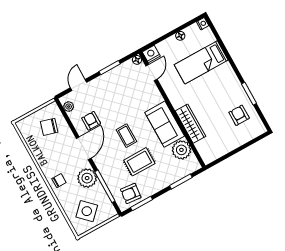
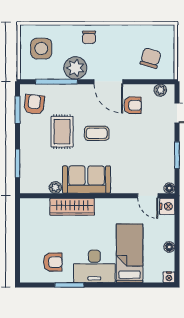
desk: (225, 83) -> (94, 266), added
plant: (181, 150) -> (55, 187), width x0.53, depth x0.53
side table: (87, 211) -> (41, 49), turned 45

